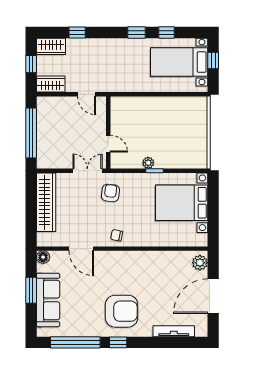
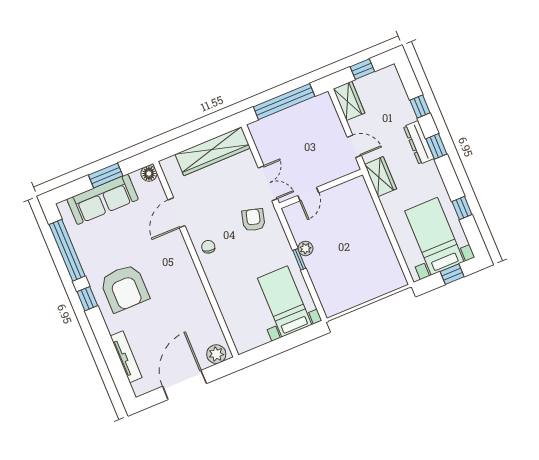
window: (137, 32) -> (436, 146), moved
dresser: (104, 45) -> (419, 143), added
wardrobe: (51, 46) -> (381, 177), moved, turned 180
door: (87, 94) -> (354, 146), swing flipped
armchair: (110, 193) -> (253, 220), turned -81
bed with nightstands: (182, 203) -> (285, 301), width x0.73
door: (213, 296) -> (185, 385), hinge flipped

